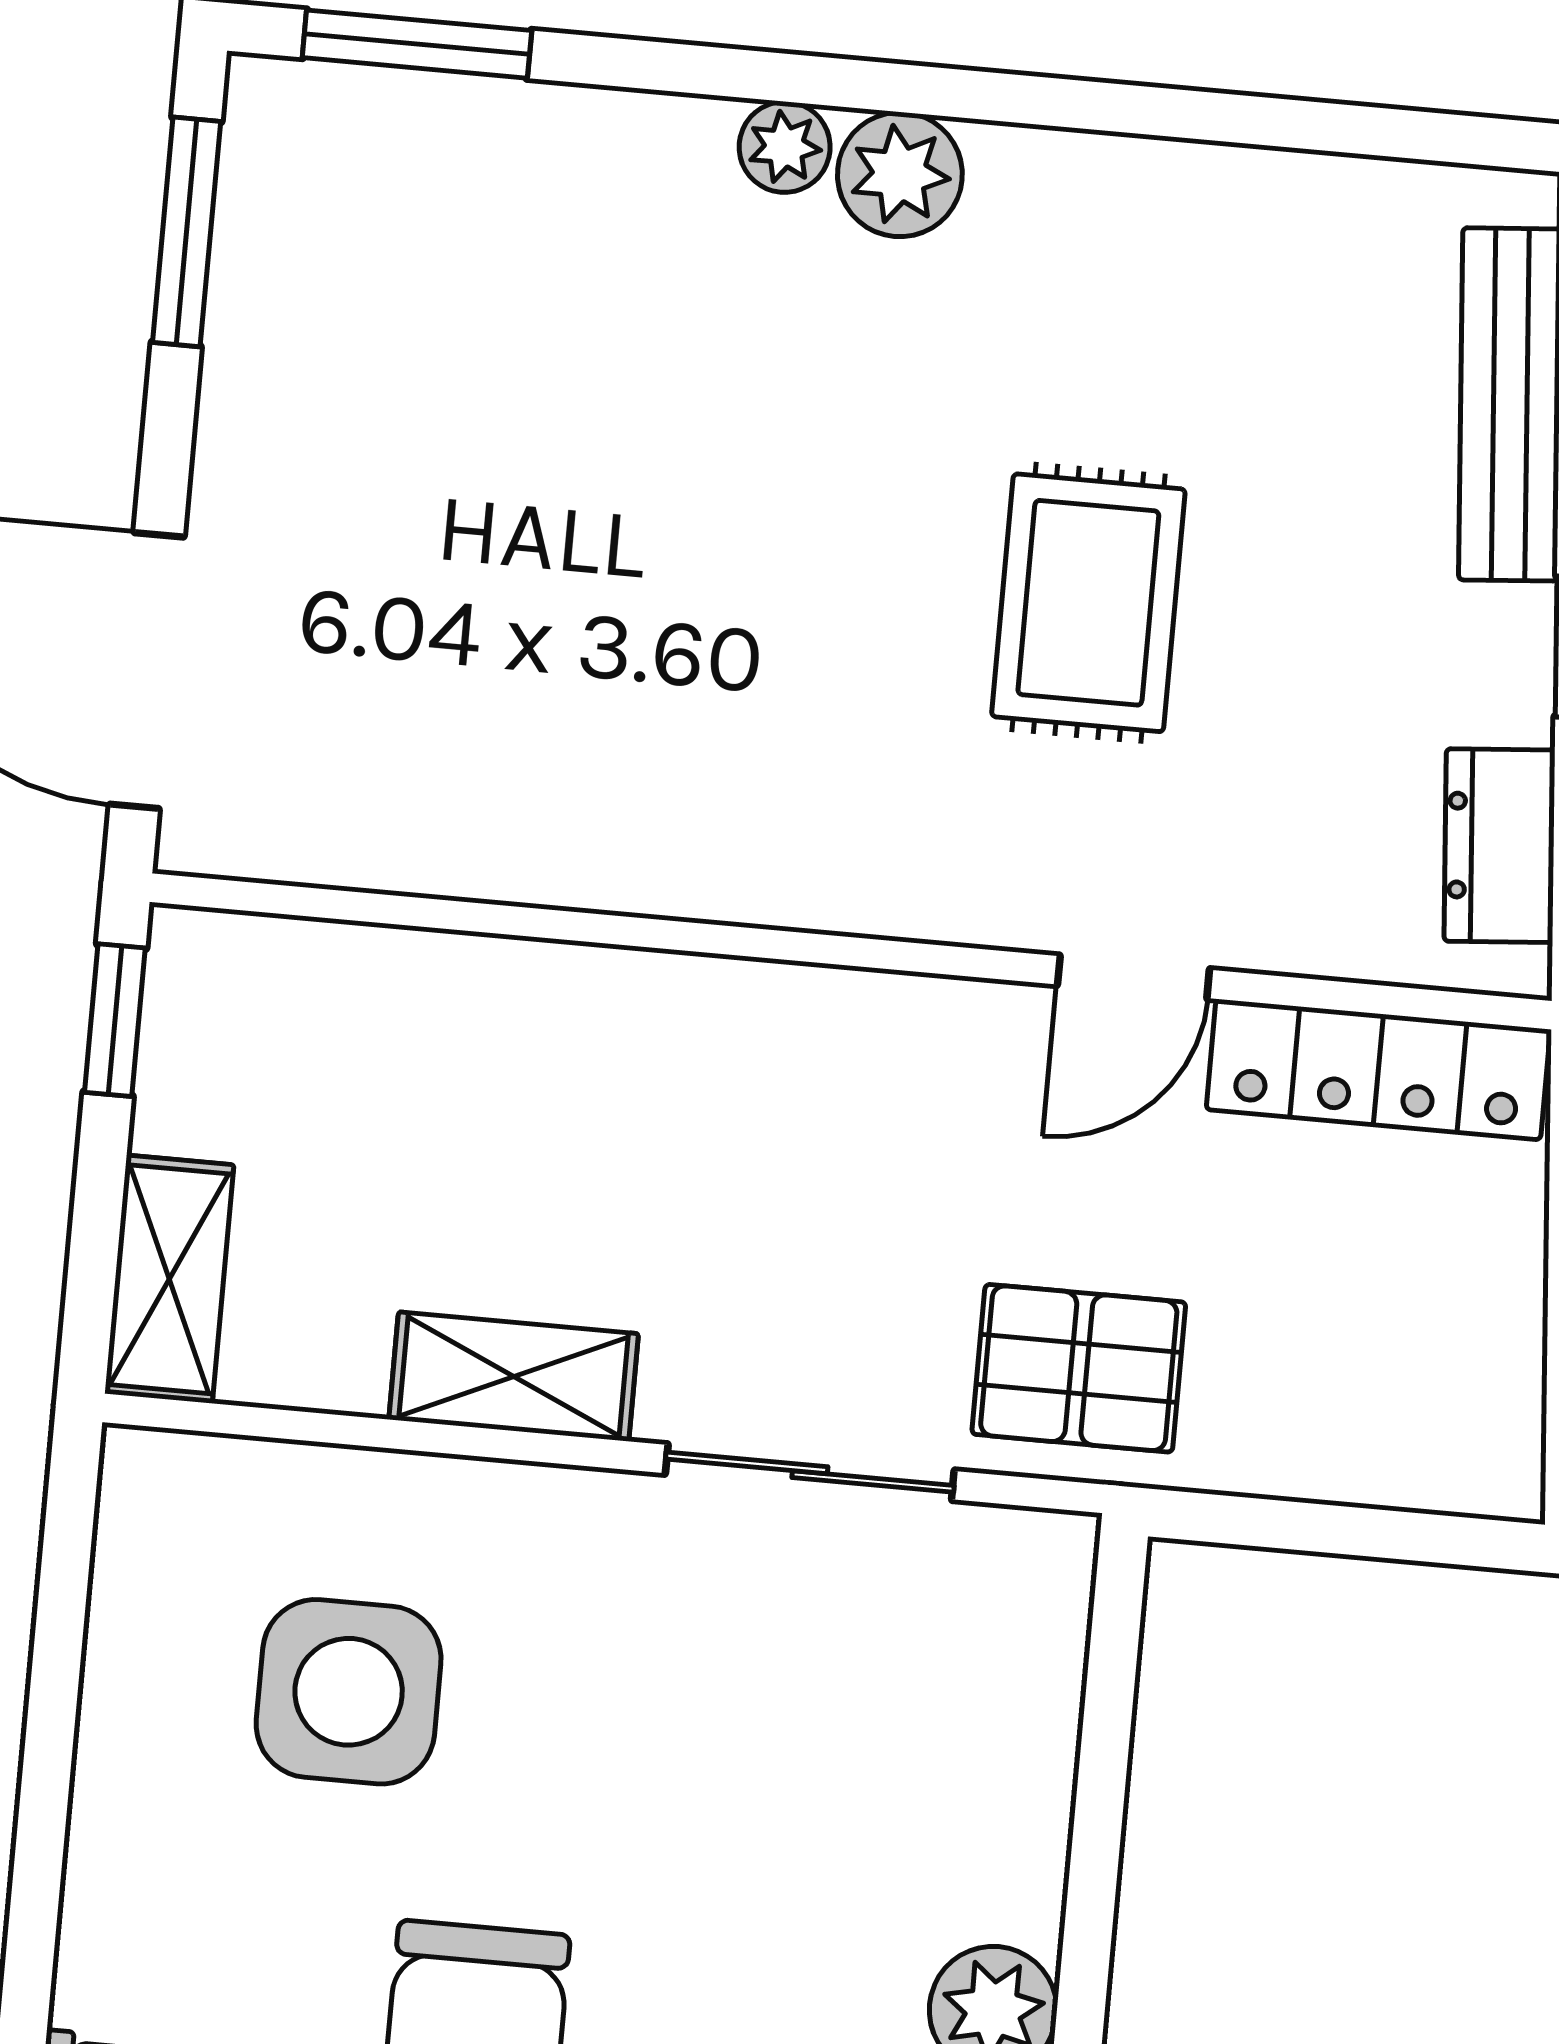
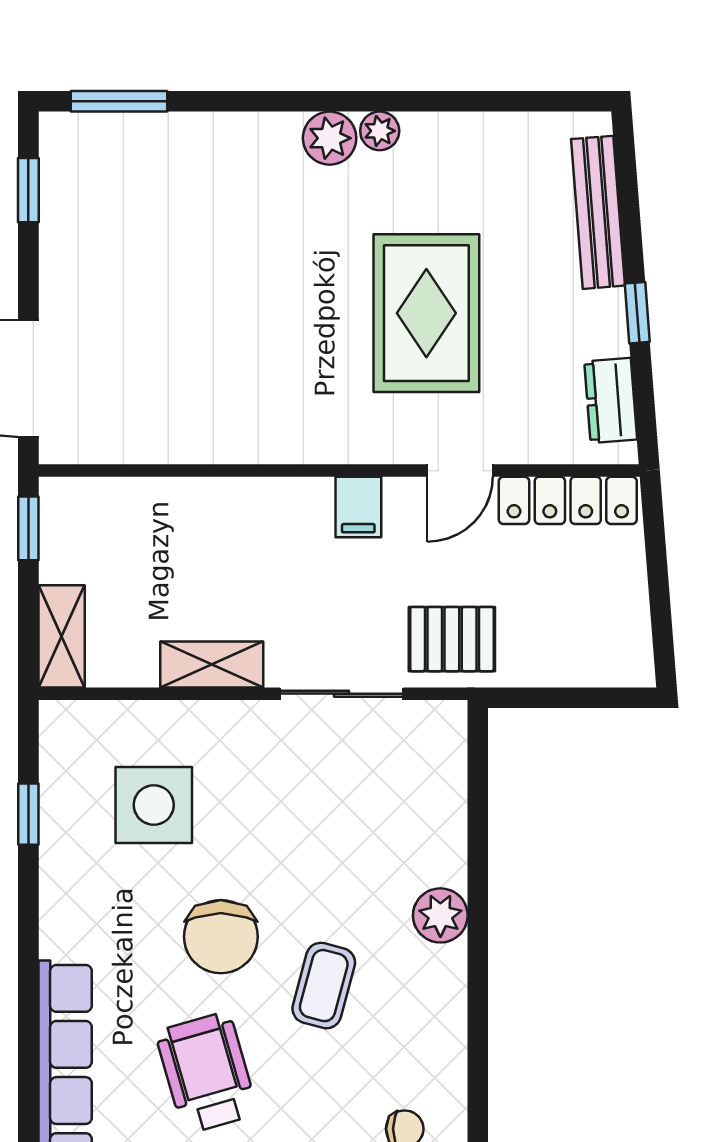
plant: (785, 147) -> (380, 131), moved
window: (187, 232) -> (28, 190), width x0.67
rug: (1088, 603) -> (426, 313), width x1.36, depth x1.43
filing cabinet: (888, 1040) -> (358, 507), added
window: (54, 1686) -> (28, 814), added

